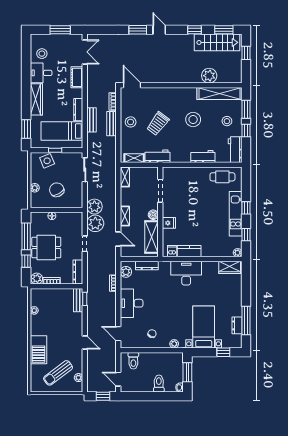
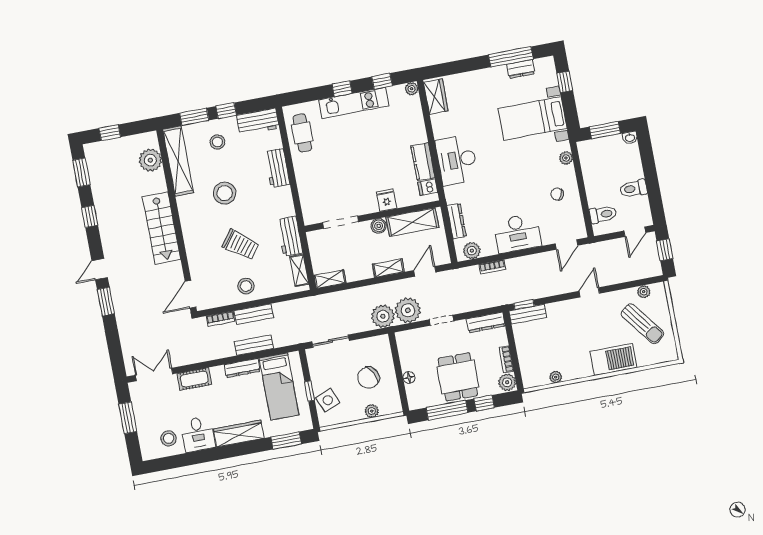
stairs: (217, 42) -> (162, 228), moved, turned 180
plant: (209, 76) -> (150, 160), moved
toilet: (159, 383) -> (633, 189), moved

